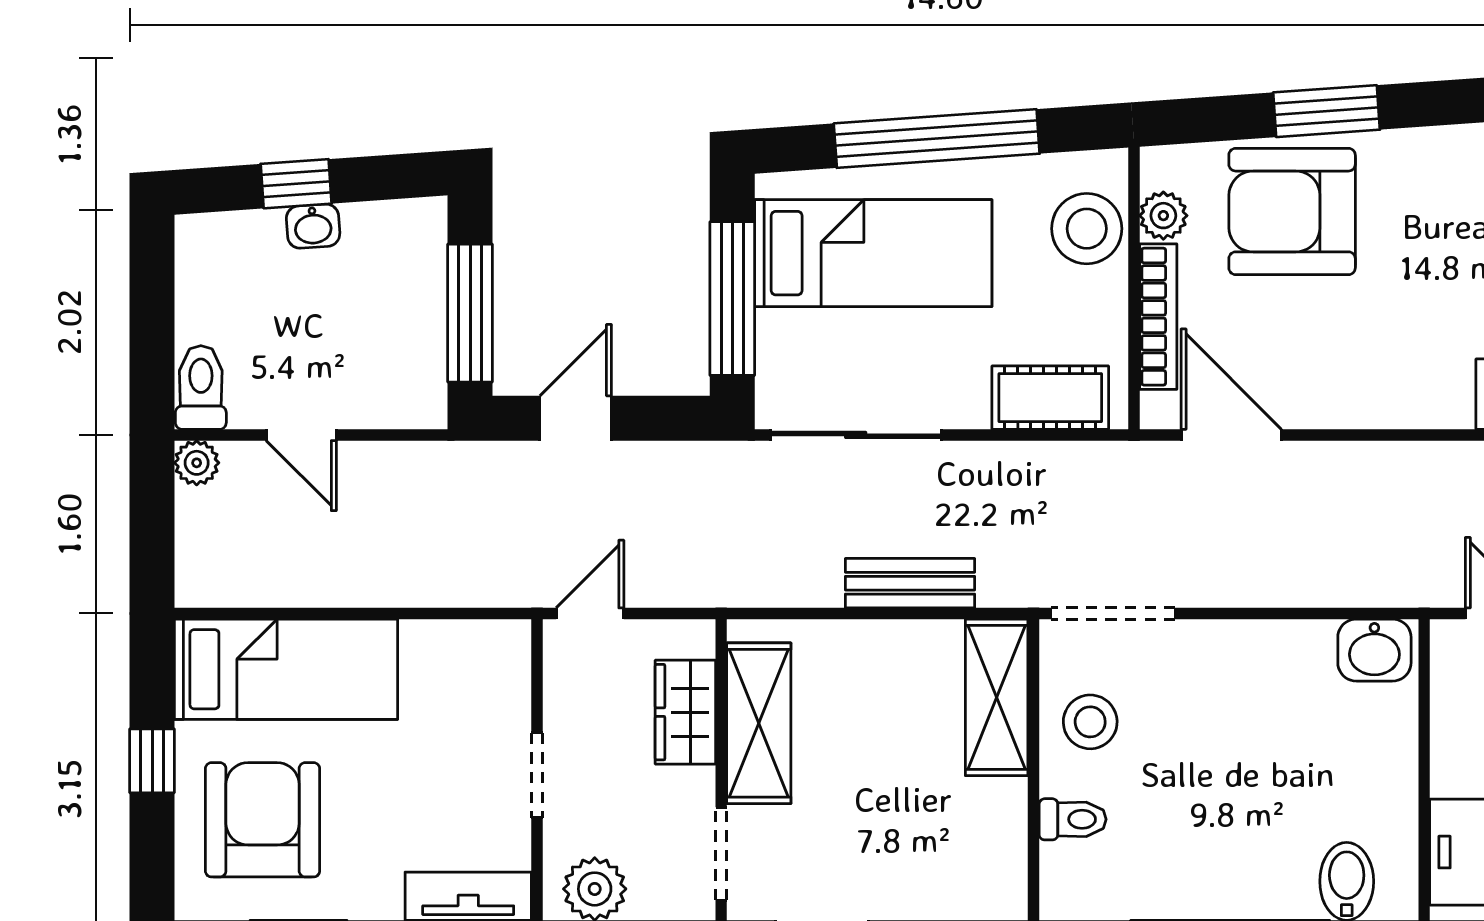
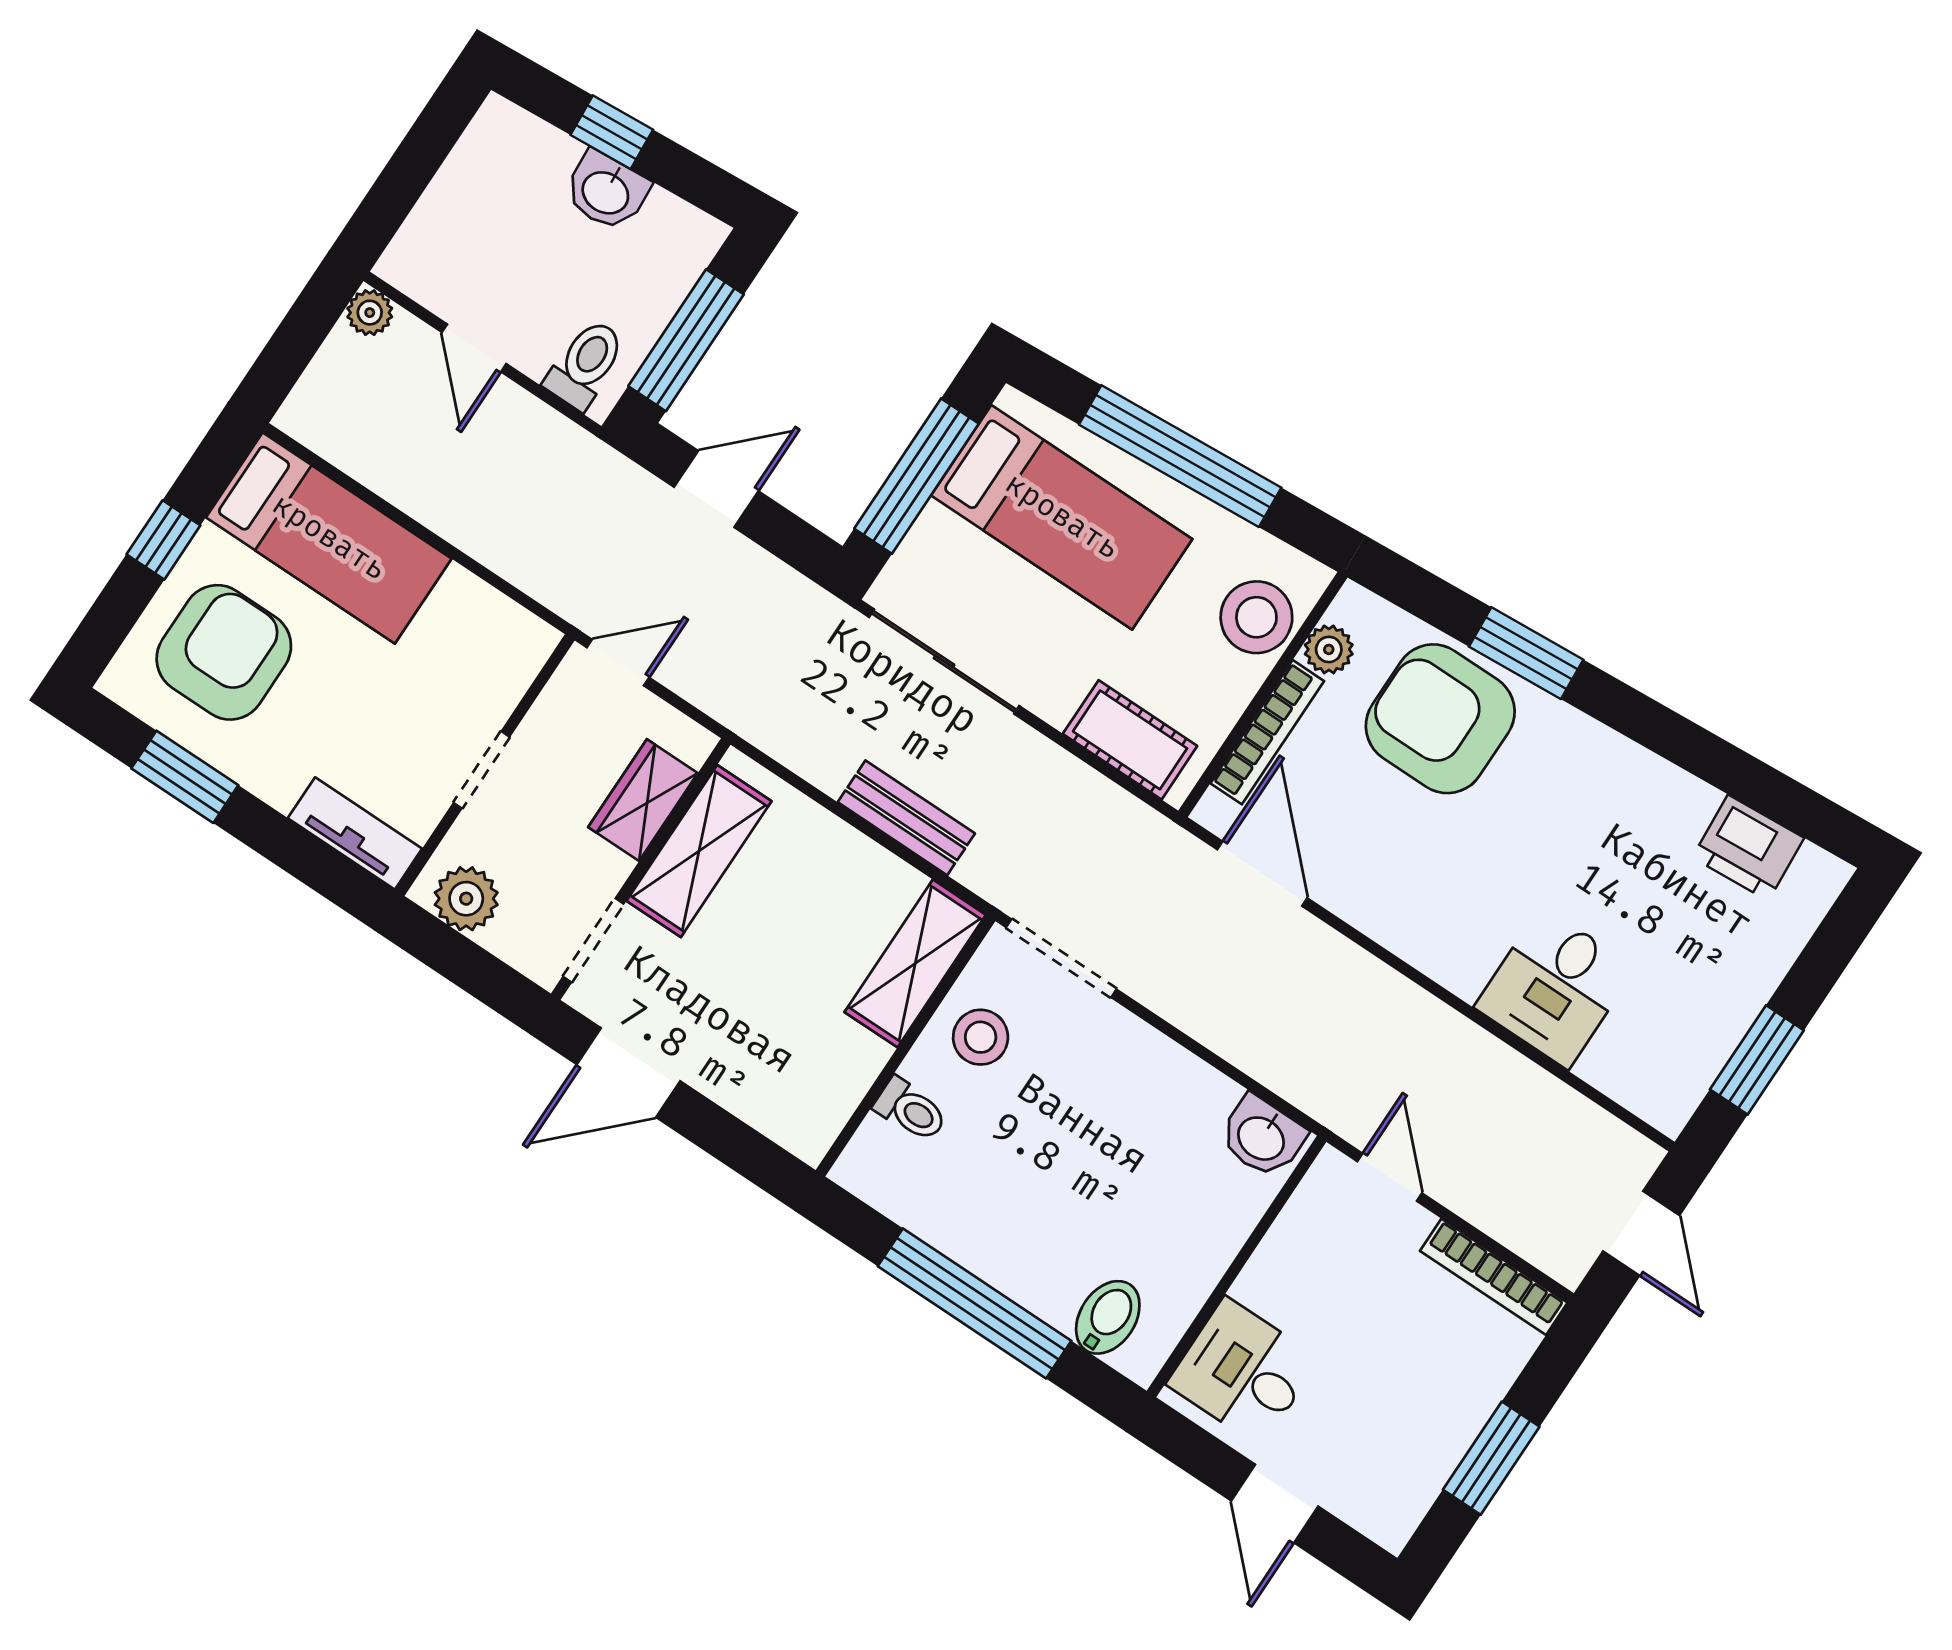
washbasin: (313, 226) -> (606, 191), width x1.38, depth x1.45
toilet: (201, 387) -> (585, 364), moved

